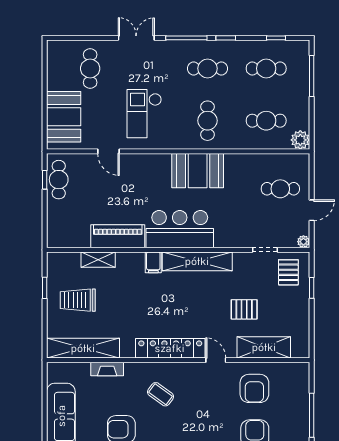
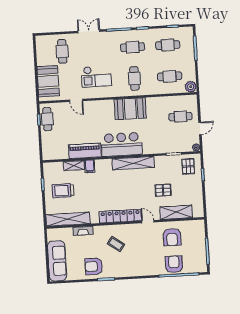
checkout: (144, 114) -> (96, 76), turned -90
filing cabinet: (153, 262) -> (90, 166), moved

